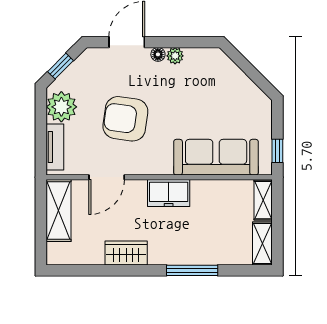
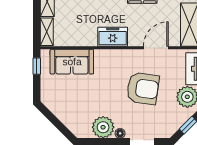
plant: (175, 56) -> (103, 127), width x1.88, depth x1.88
sofa: (216, 157) -> (72, 62), width x0.73

